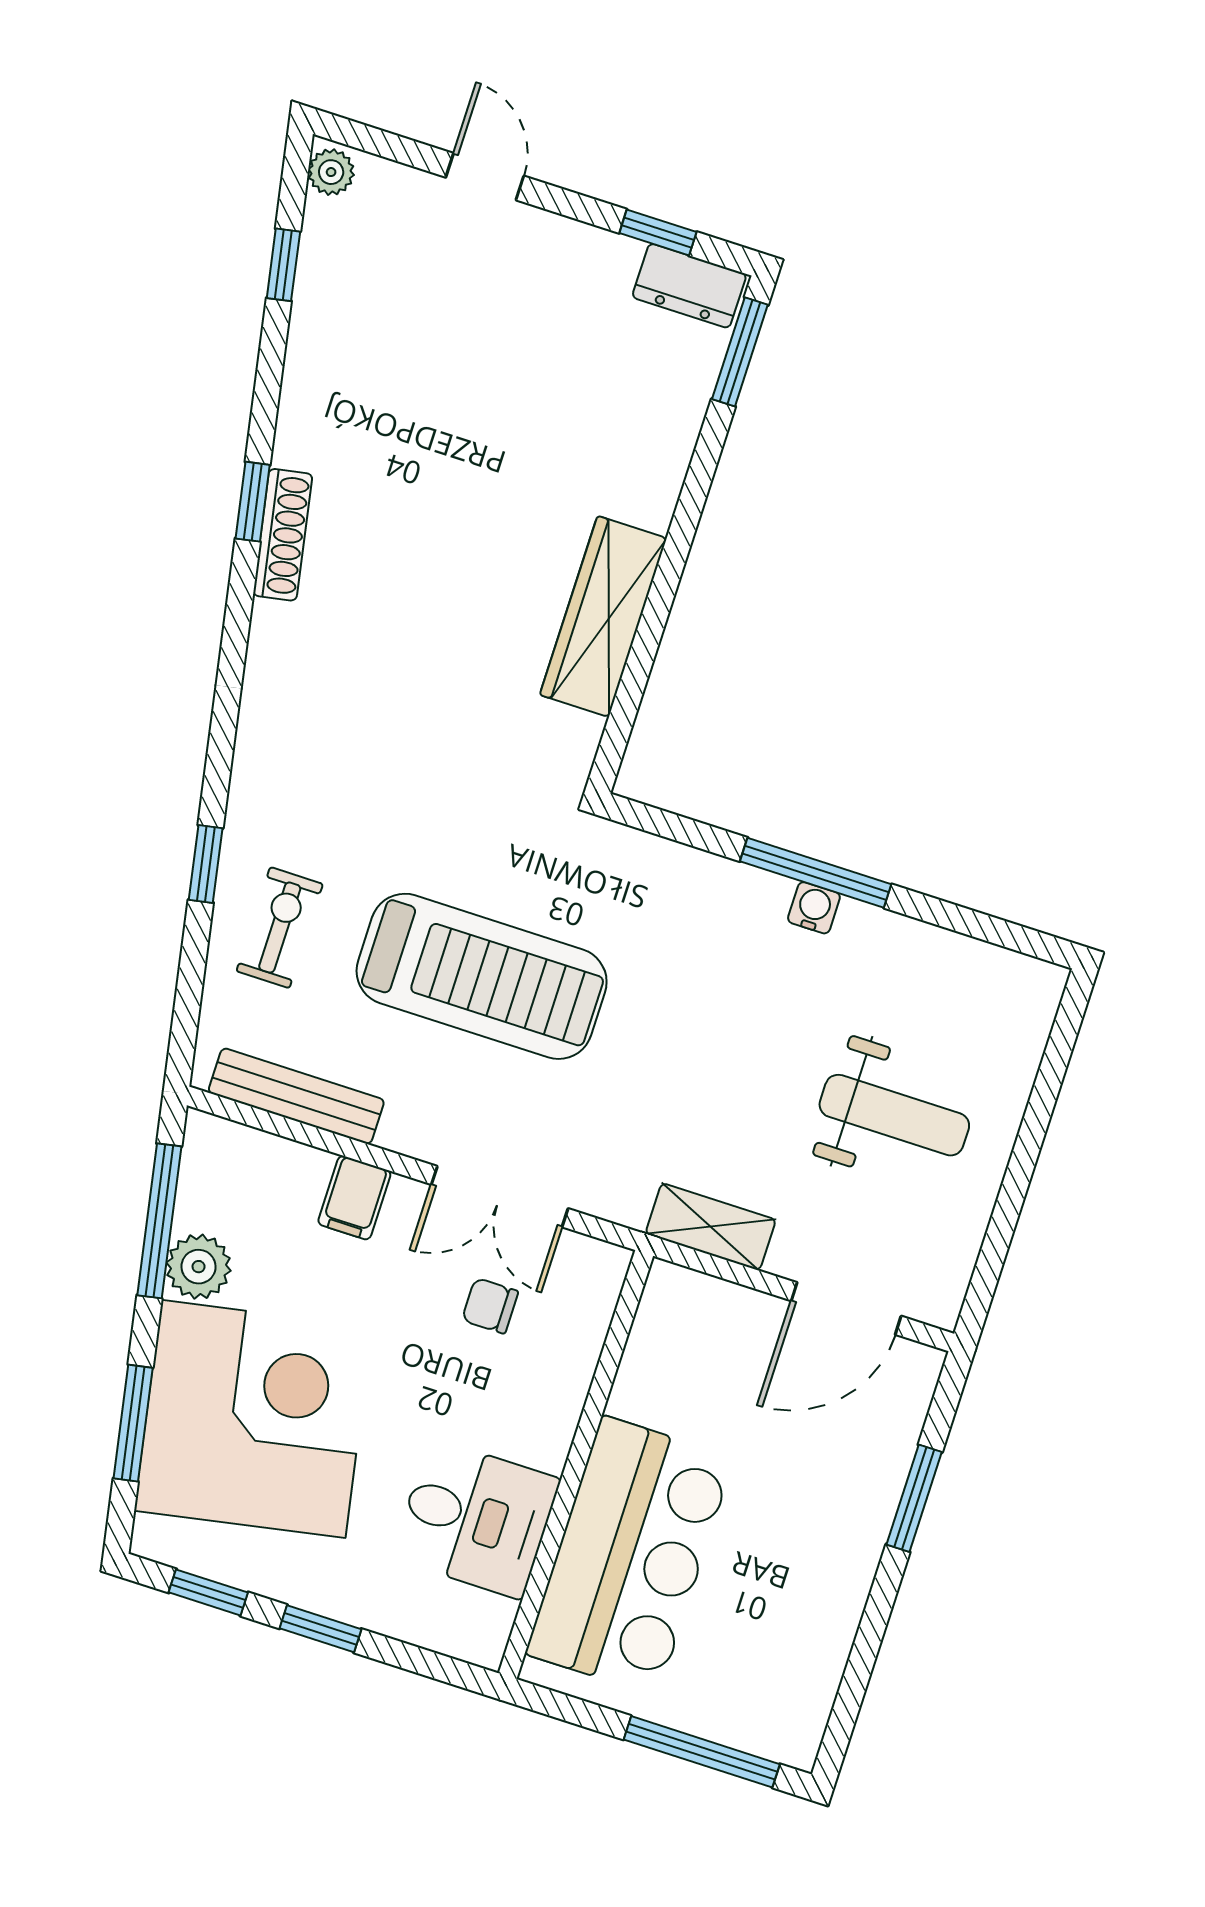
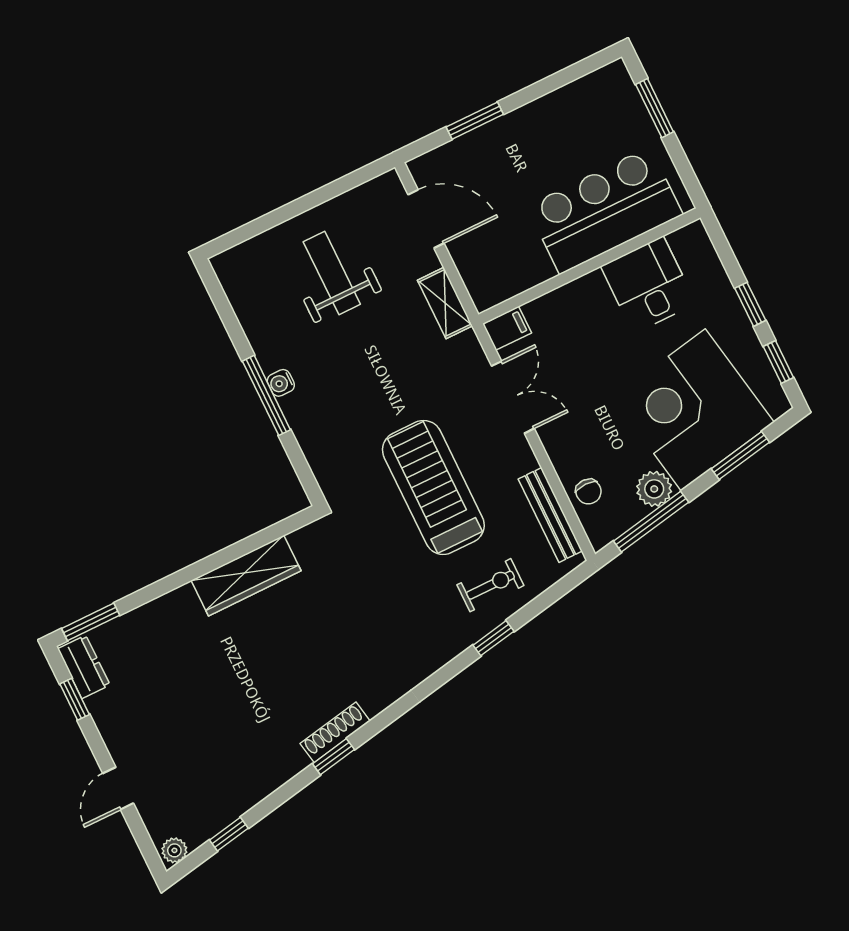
exercise bike: (280, 928) -> (490, 585), turned 180
filing cabinet: (354, 1198) -> (507, 328), moved
chair: (490, 1306) -> (589, 492), moved
window: (702, 1752) -> (655, 108), width x0.69

